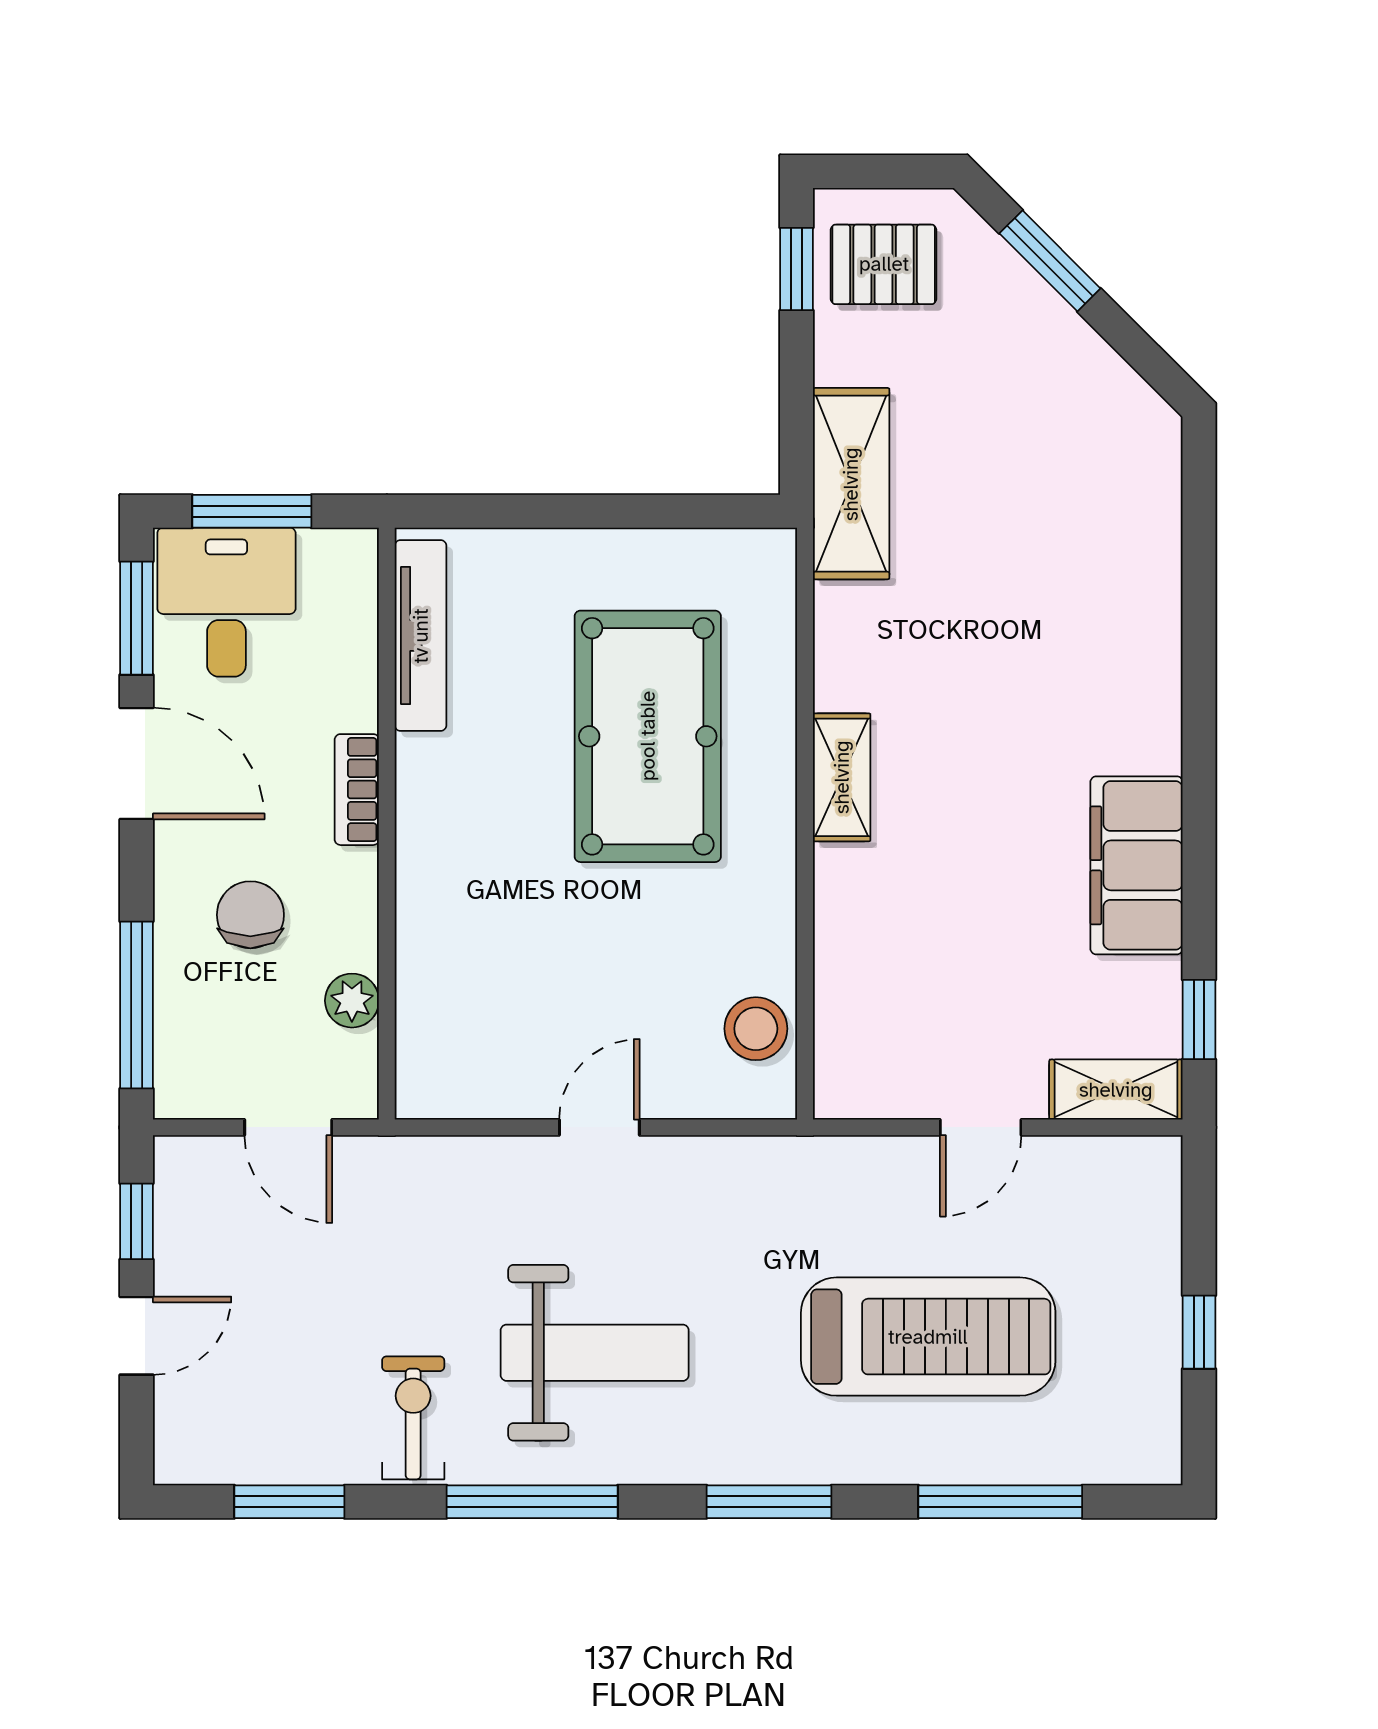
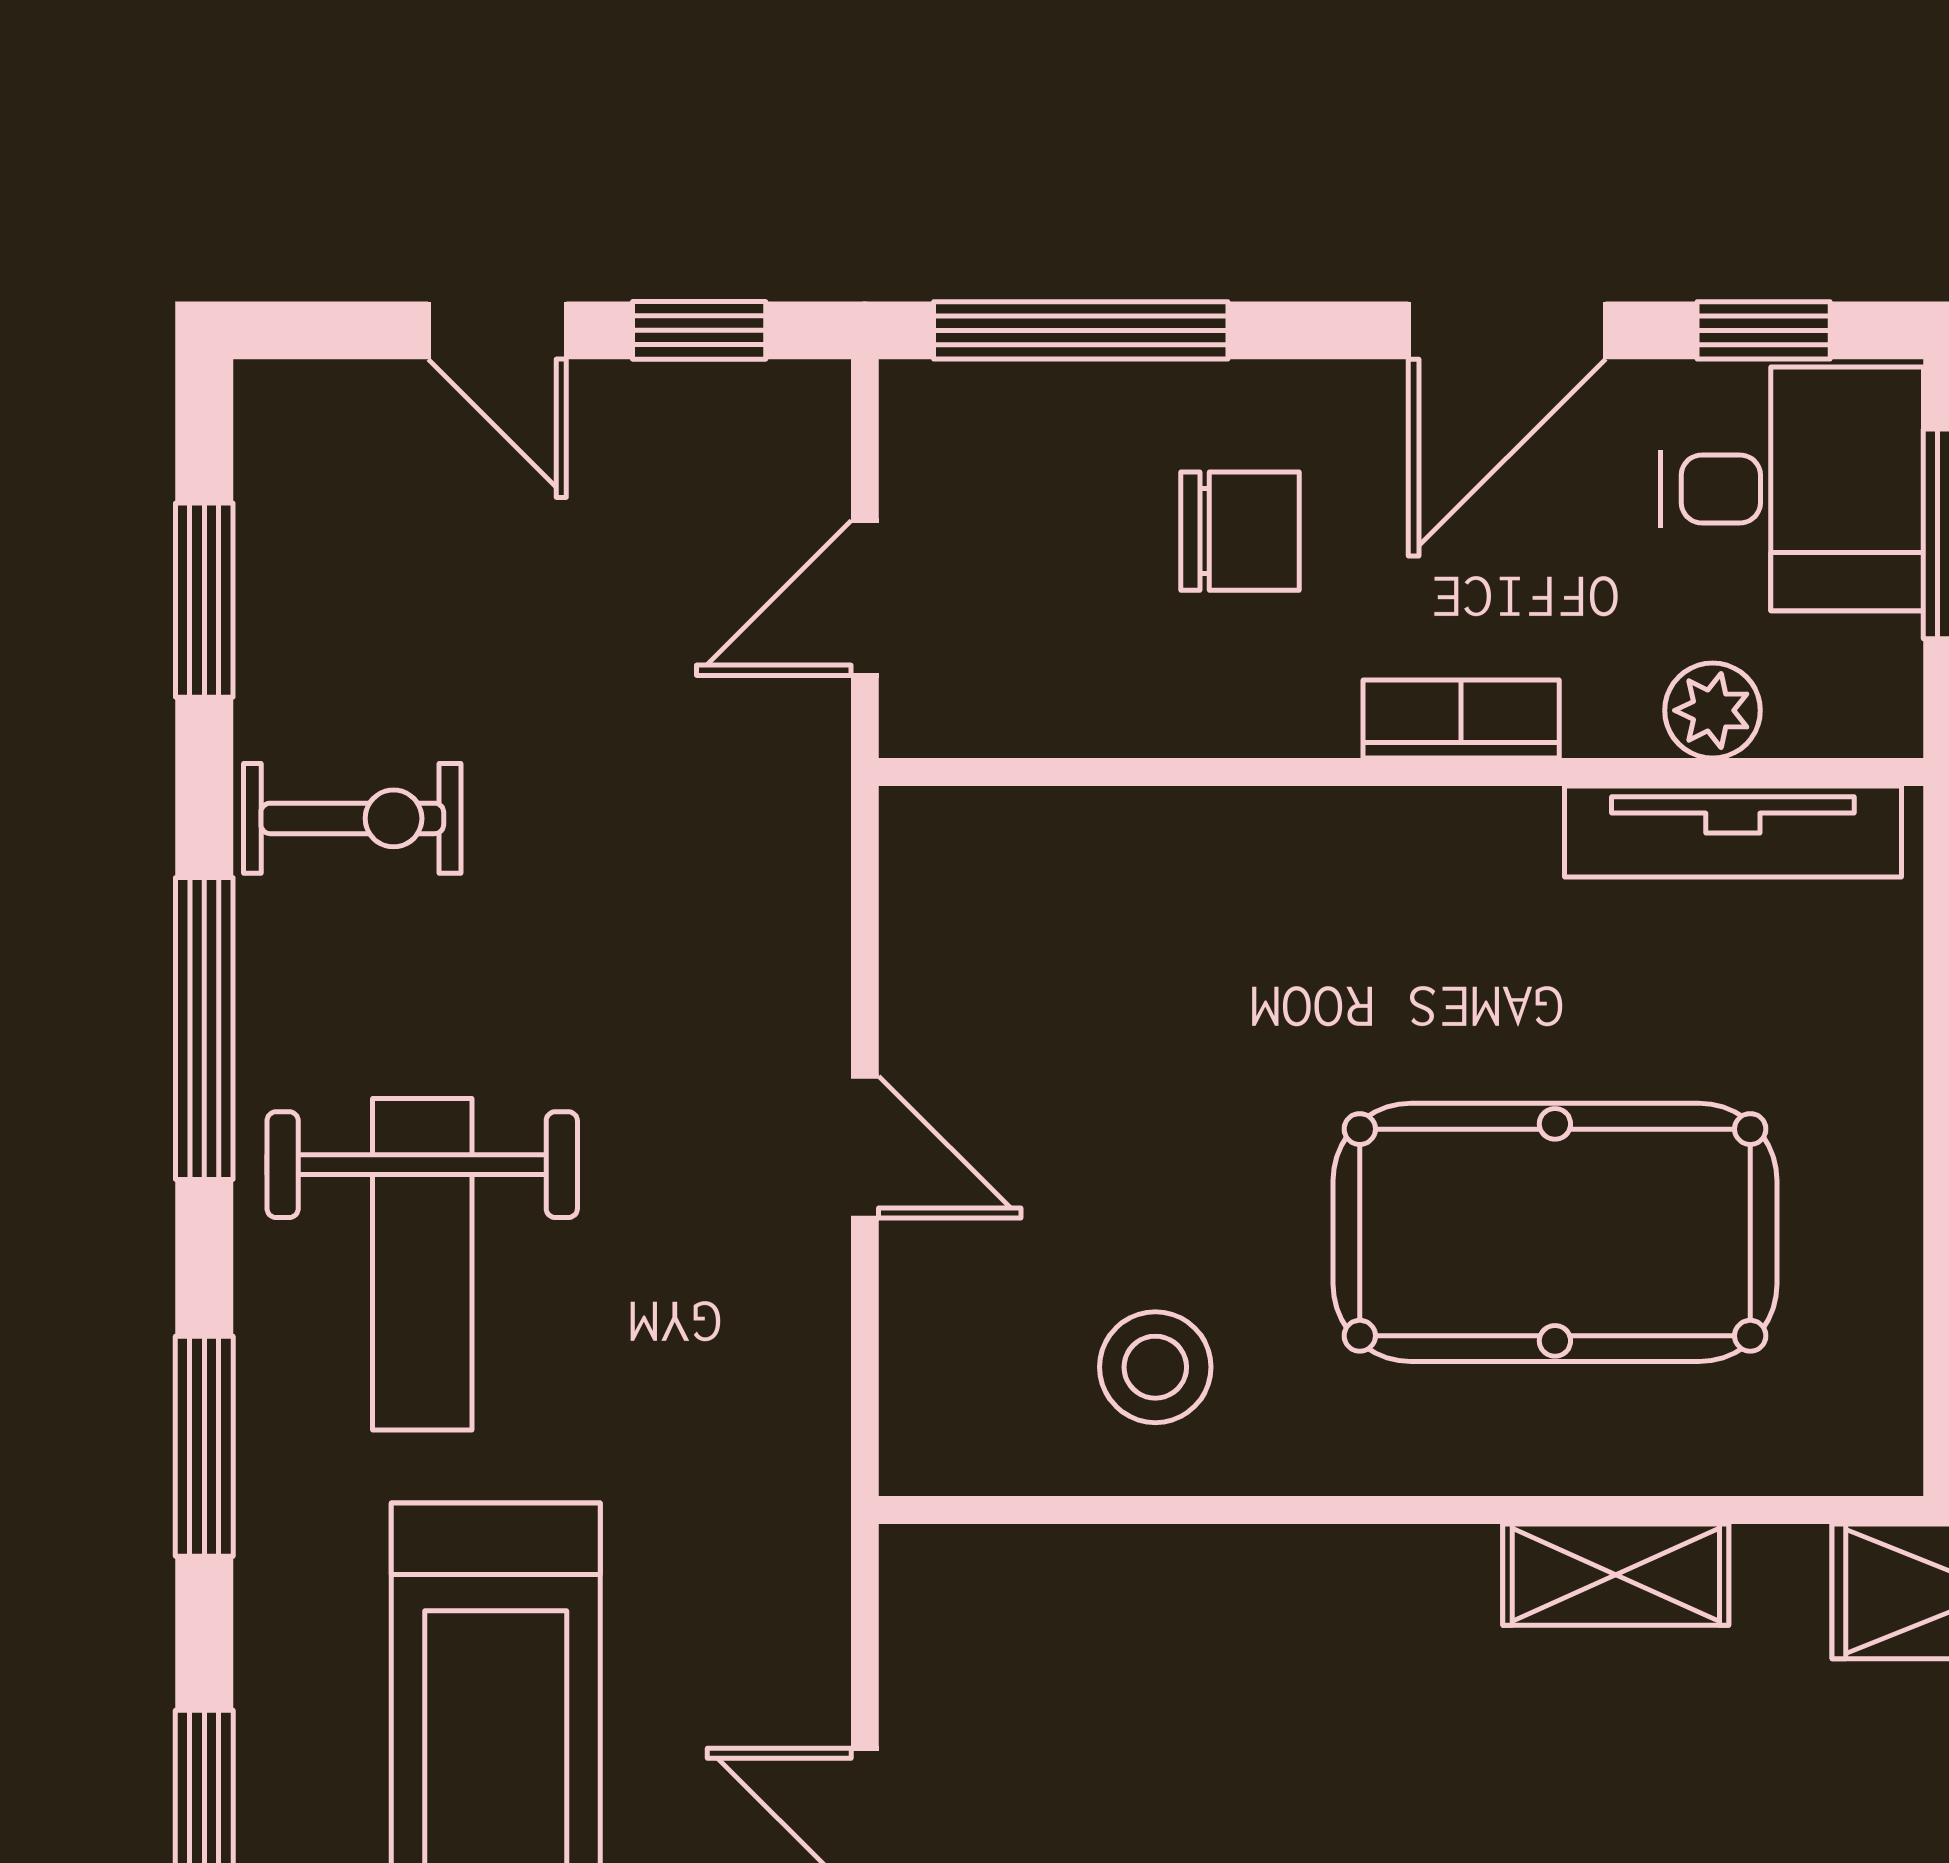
window: (137, 618) -> (1764, 330), width x0.67
shelving: (842, 777) -> (1616, 1575), moved
plant: (352, 1001) -> (1713, 710), moved
stool: (756, 1029) -> (1155, 1367), moved
weight bench: (595, 1353) -> (422, 1264), moved

